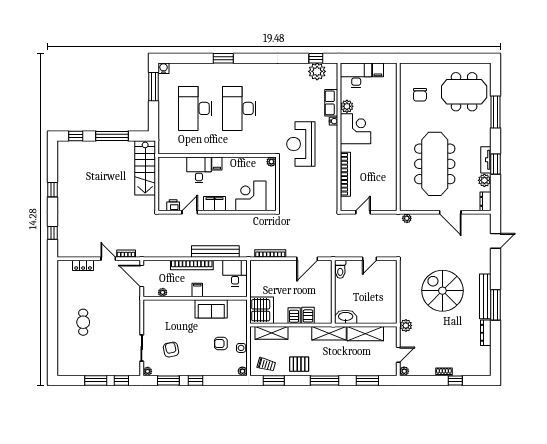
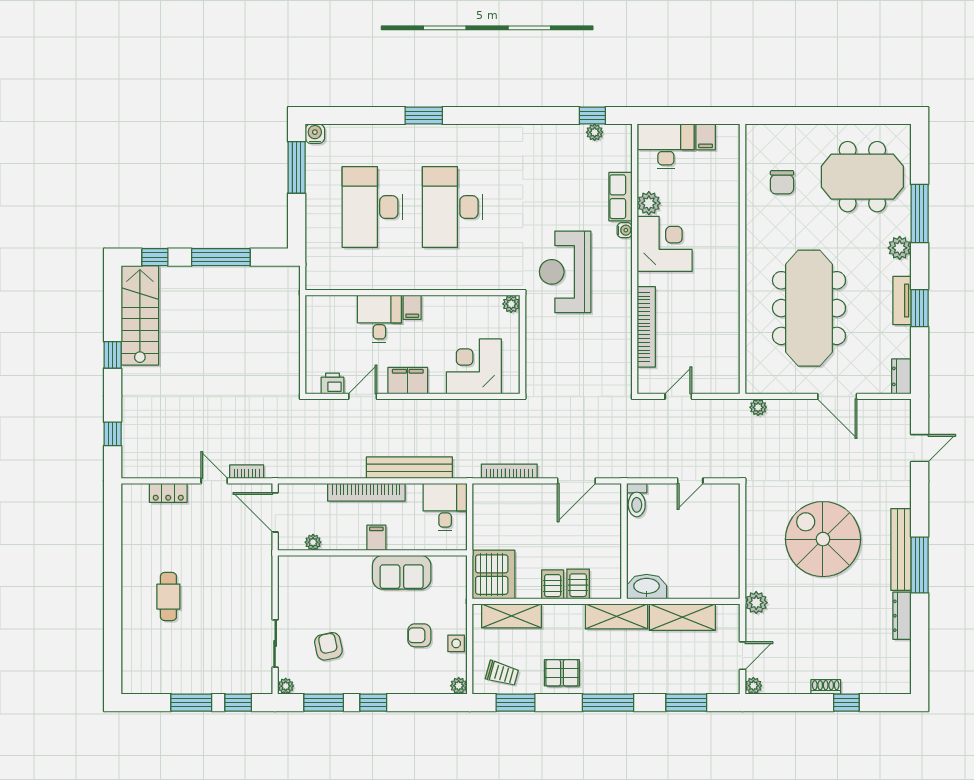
plant: (317, 71) -> (595, 132), width x0.53, depth x0.53
stairs: (145, 168) -> (140, 315), moved, turned 180
plant: (484, 180) -> (900, 248), moved

